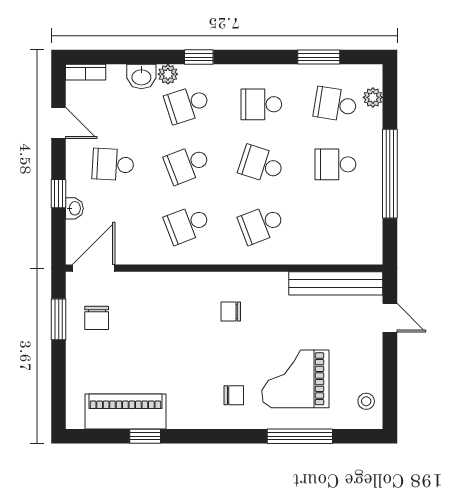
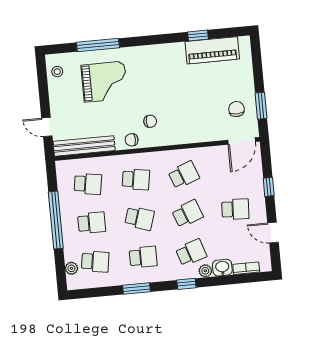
window: (319, 57) -> (136, 288), moved
bookcase: (86, 72) -> (246, 268), moved
washbasin: (74, 208) -> (258, 178), removed
school desk: (261, 224) -> (136, 179), turned 30
school desk: (335, 224) -> (88, 184), added
chair: (234, 395) -> (132, 140), moved

